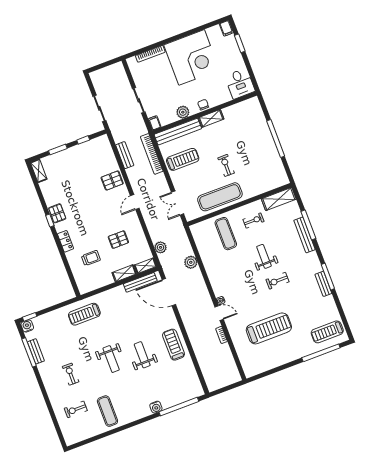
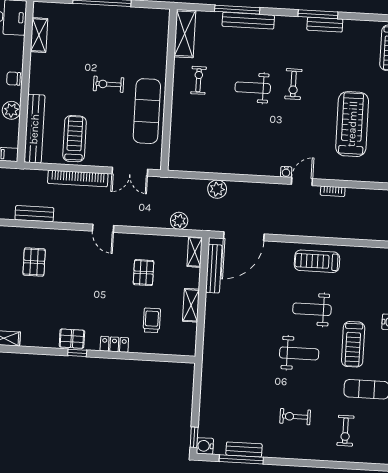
shelving: (211, 118) -> (39, 35), moved
bookcase: (152, 154) -> (78, 179), moved
pallet: (112, 181) -> (34, 262), moved
exercise mat: (226, 234) -> (199, 125), removed
shelving: (124, 273) -> (191, 305), moved
treadmill: (84, 314) -> (353, 344), moved

